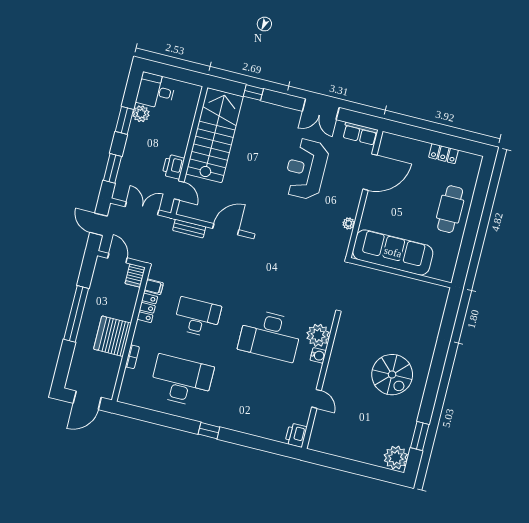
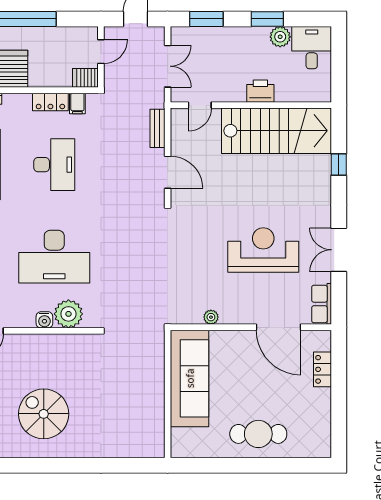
locker: (444, 154) -> (323, 369), moved
printer: (173, 167) -> (260, 91), moved
desk: (270, 335) -> (54, 257), turned -90
spiral stairs: (392, 375) -> (44, 414), turned 90

